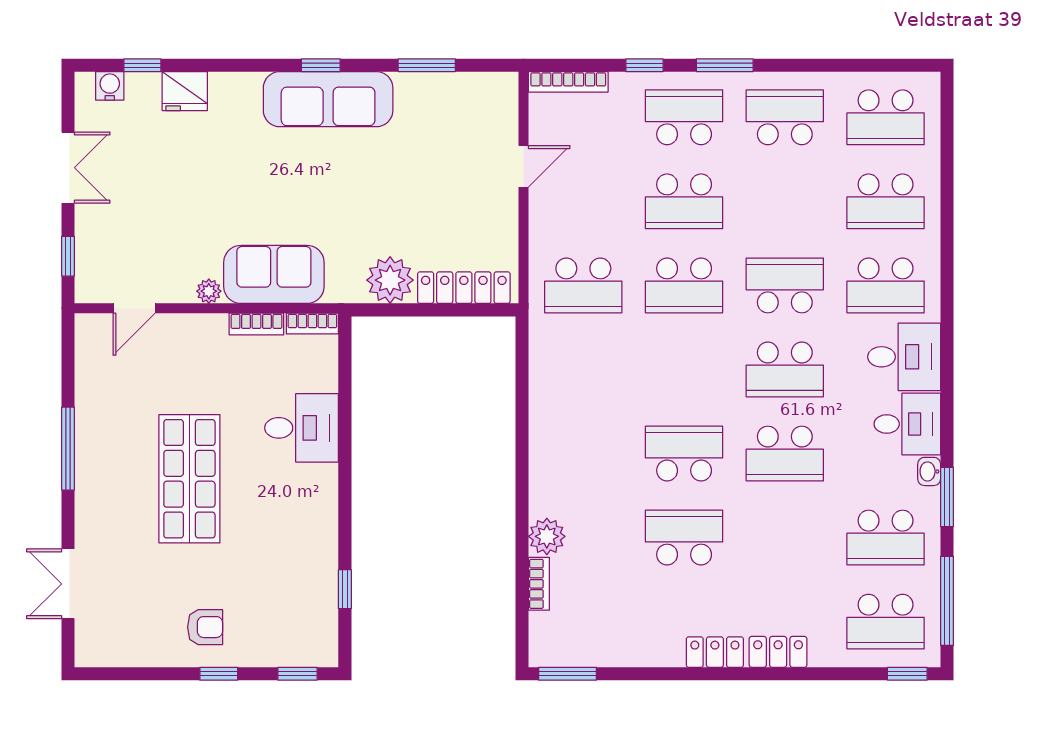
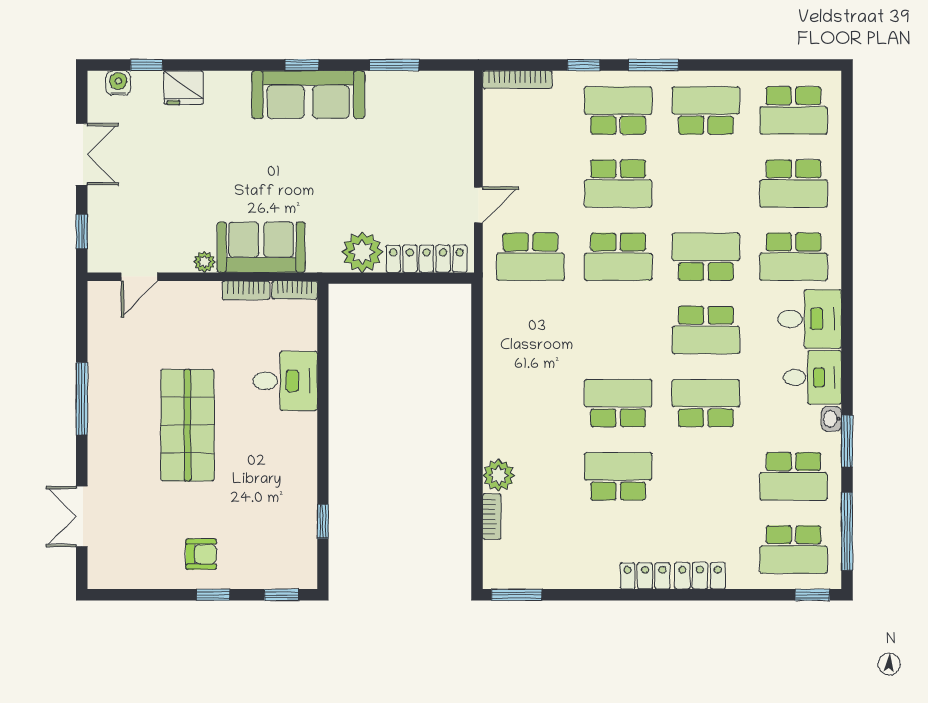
door: (524, 166) -> (478, 205), moved
school desk: (785, 454) -> (706, 403), turned 180

